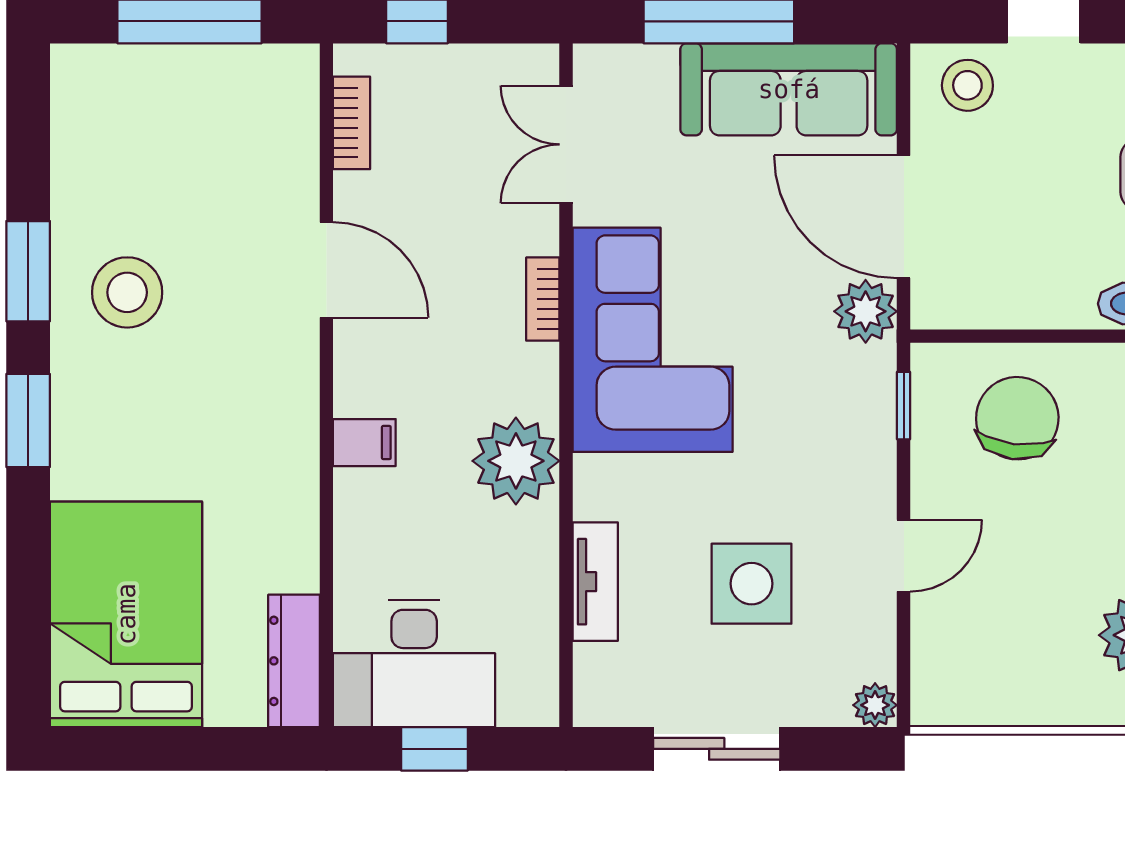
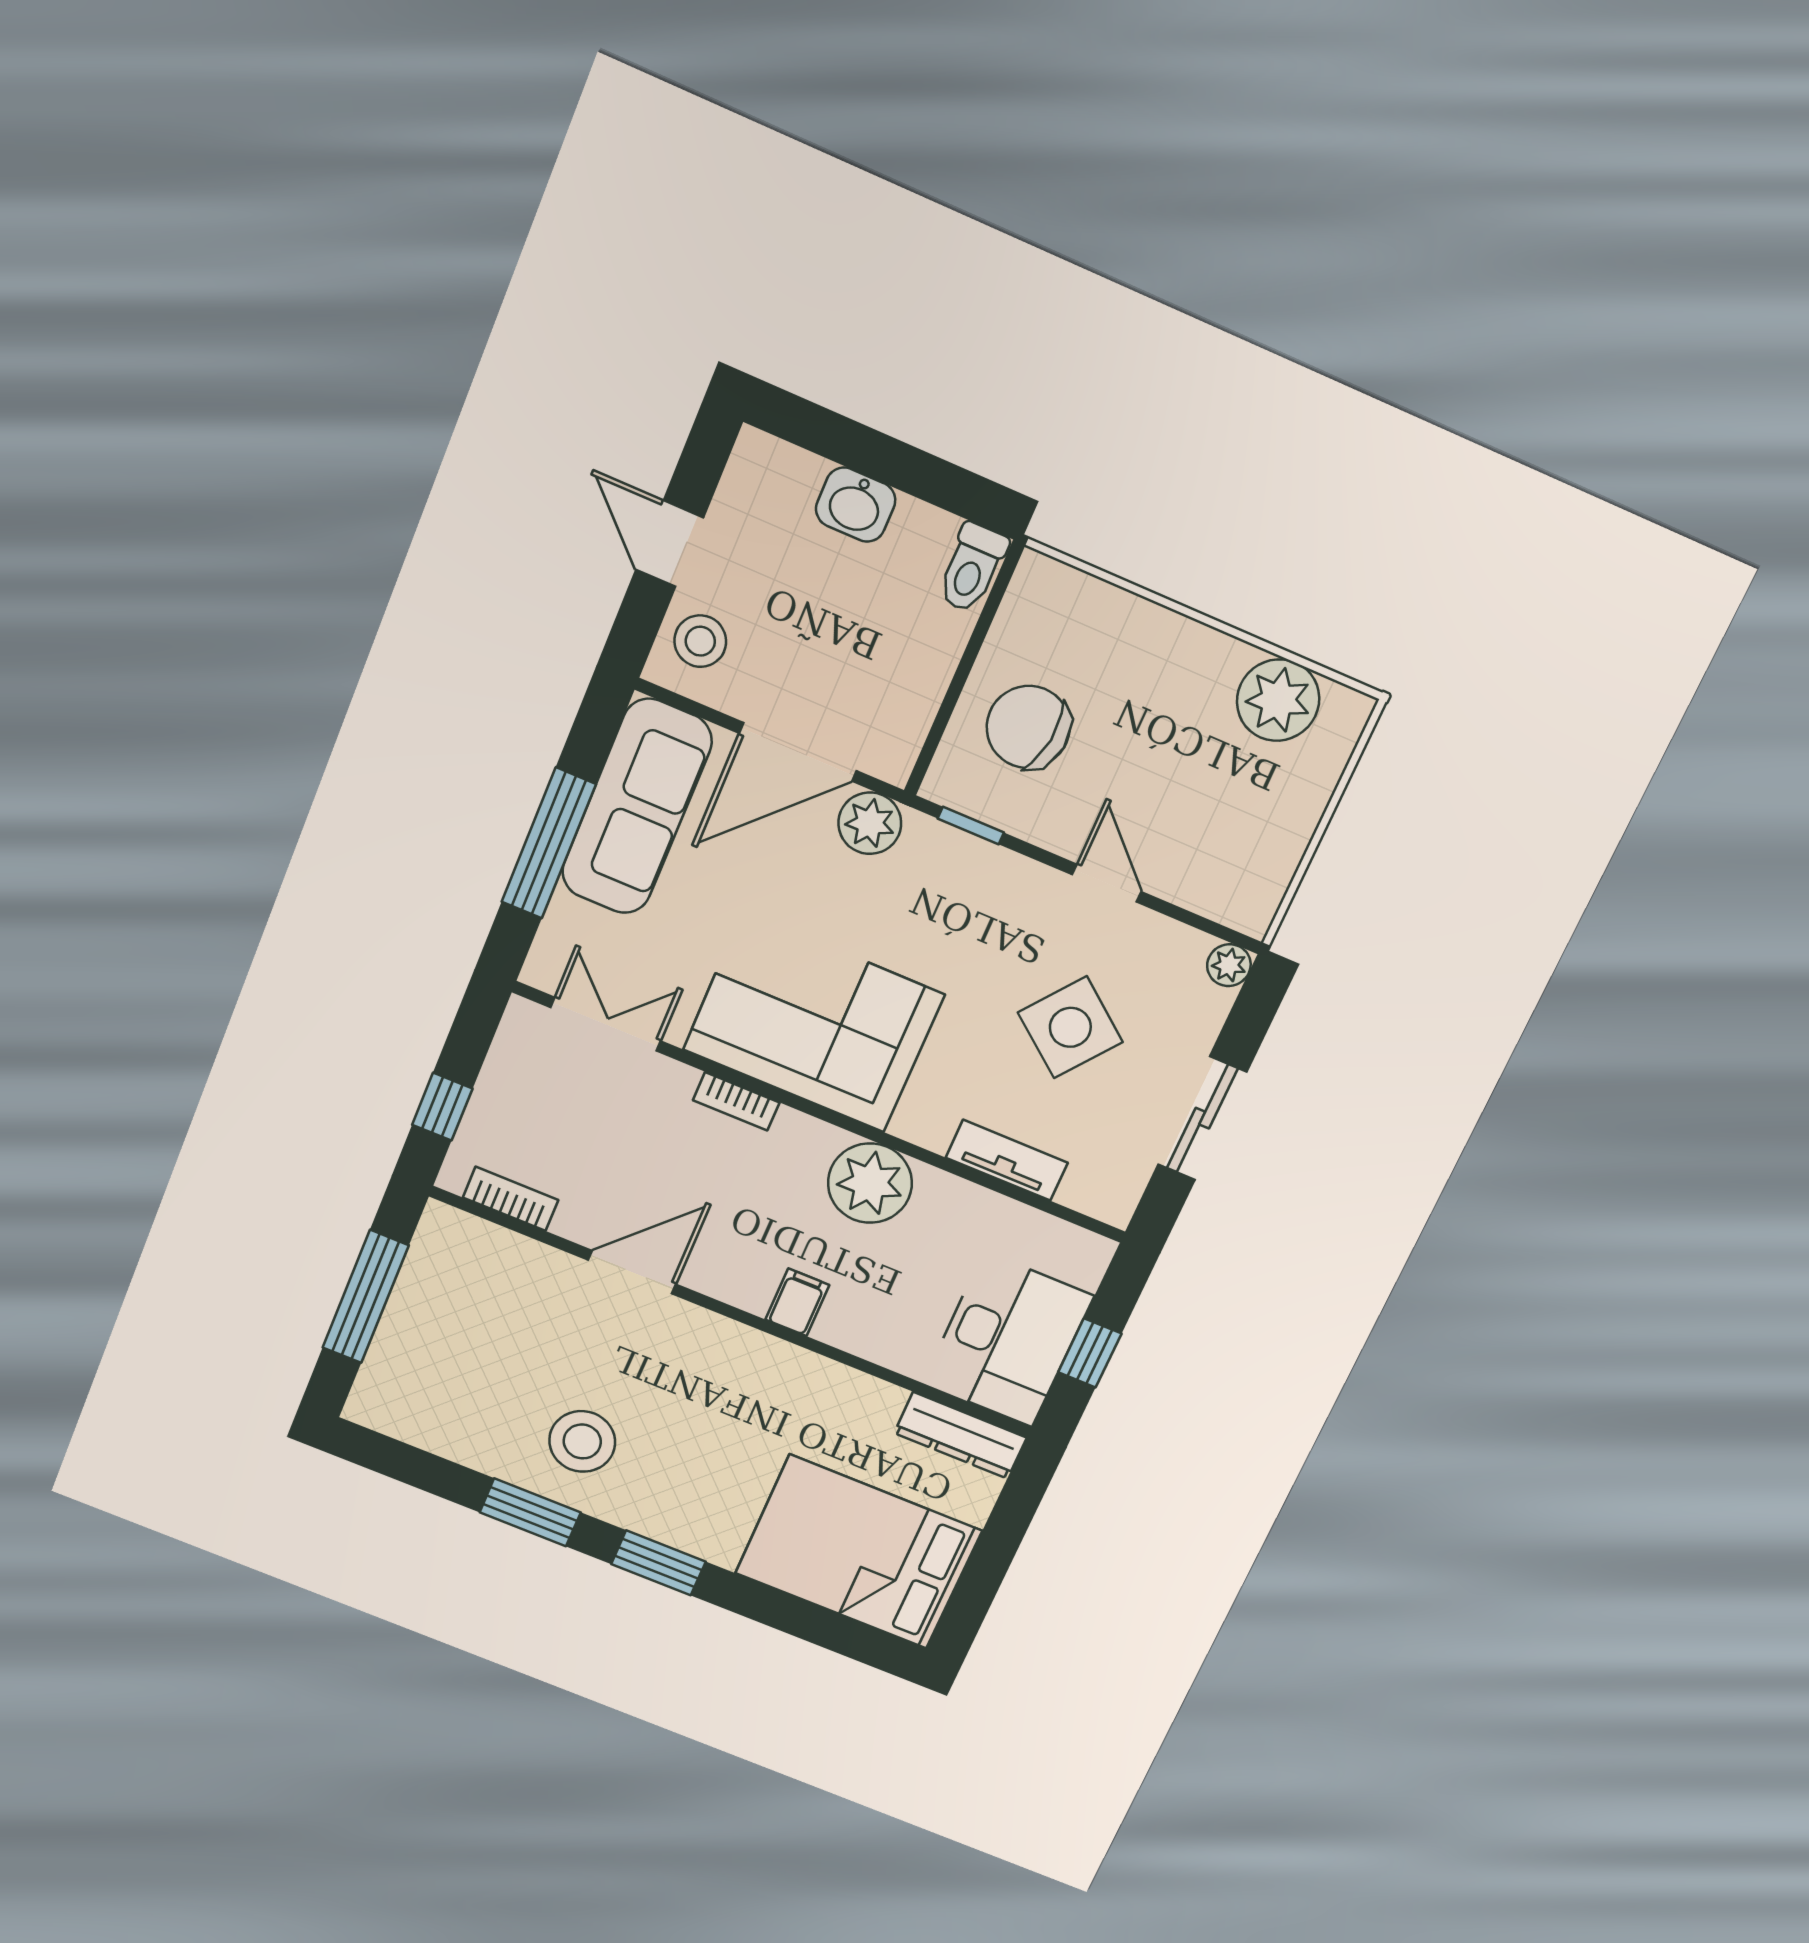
double door: (566, 144) -> (606, 1024), swing flipped
side table: (752, 584) -> (1070, 1027), turned 38

